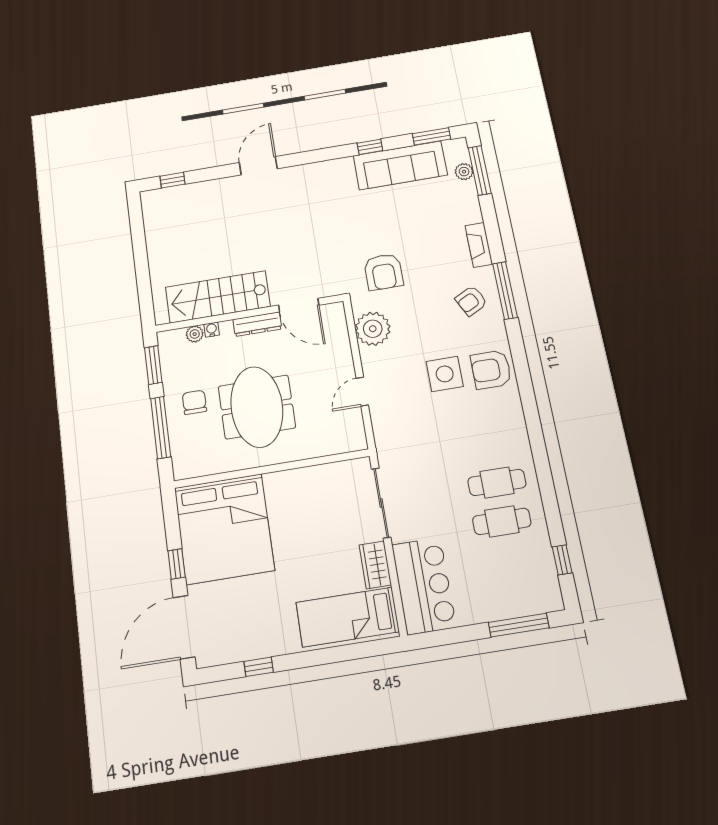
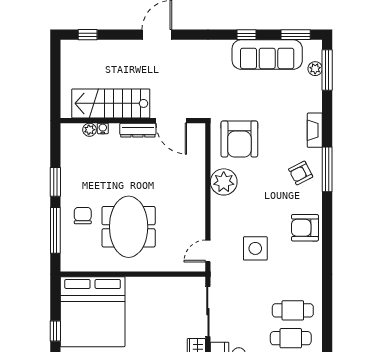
armchair: (384, 272) -> (239, 139), width x1.36, depth x1.36
stairs: (218, 297) -> (111, 103), moved
door: (299, 305) -> (171, 121), moved
wall: (249, 313) -> (133, 121), moved
dresser: (257, 324) -> (138, 130), moved
water cooler: (212, 330) -> (103, 128), moved
plant: (195, 334) -> (90, 130), moved
side table: (445, 374) -> (255, 248), moved
door: (362, 392) -> (208, 251), moved

